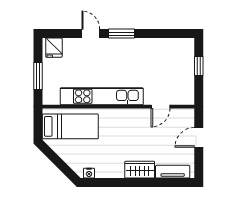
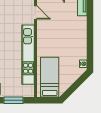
wardrobe: (140, 170) -> (81, 27), removed

